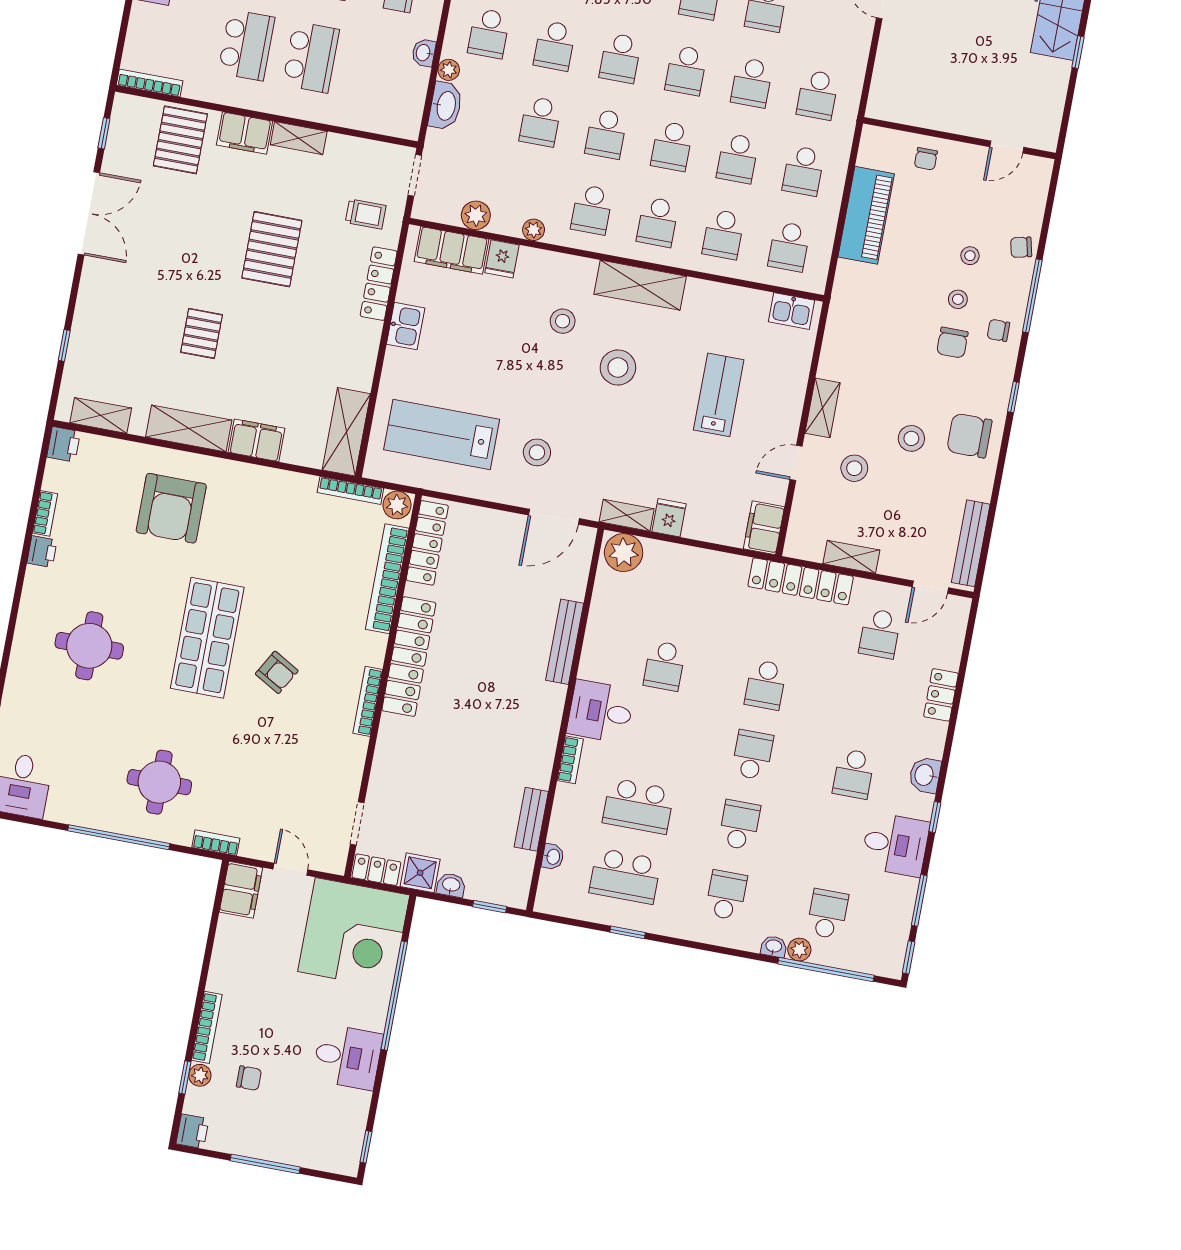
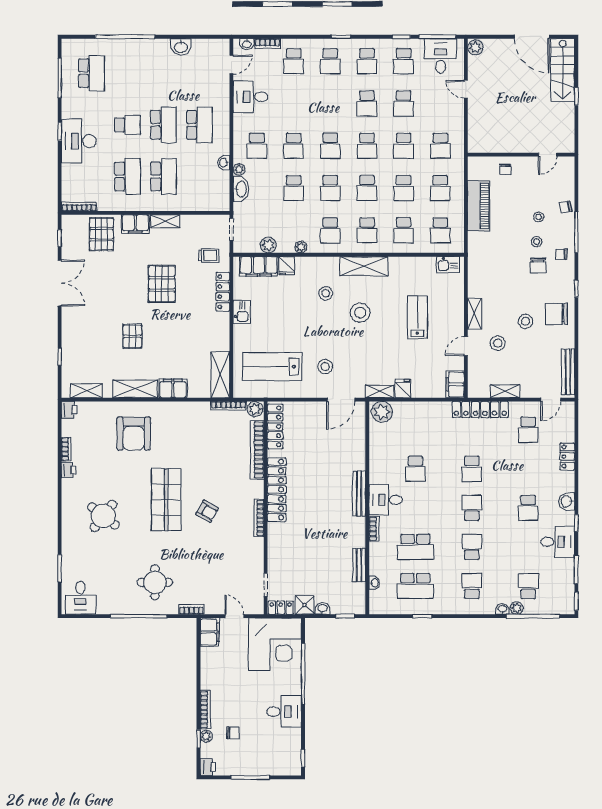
bench: (565, 642) -> (359, 494), moved
round table: (89, 646) -> (103, 516), turned 38

